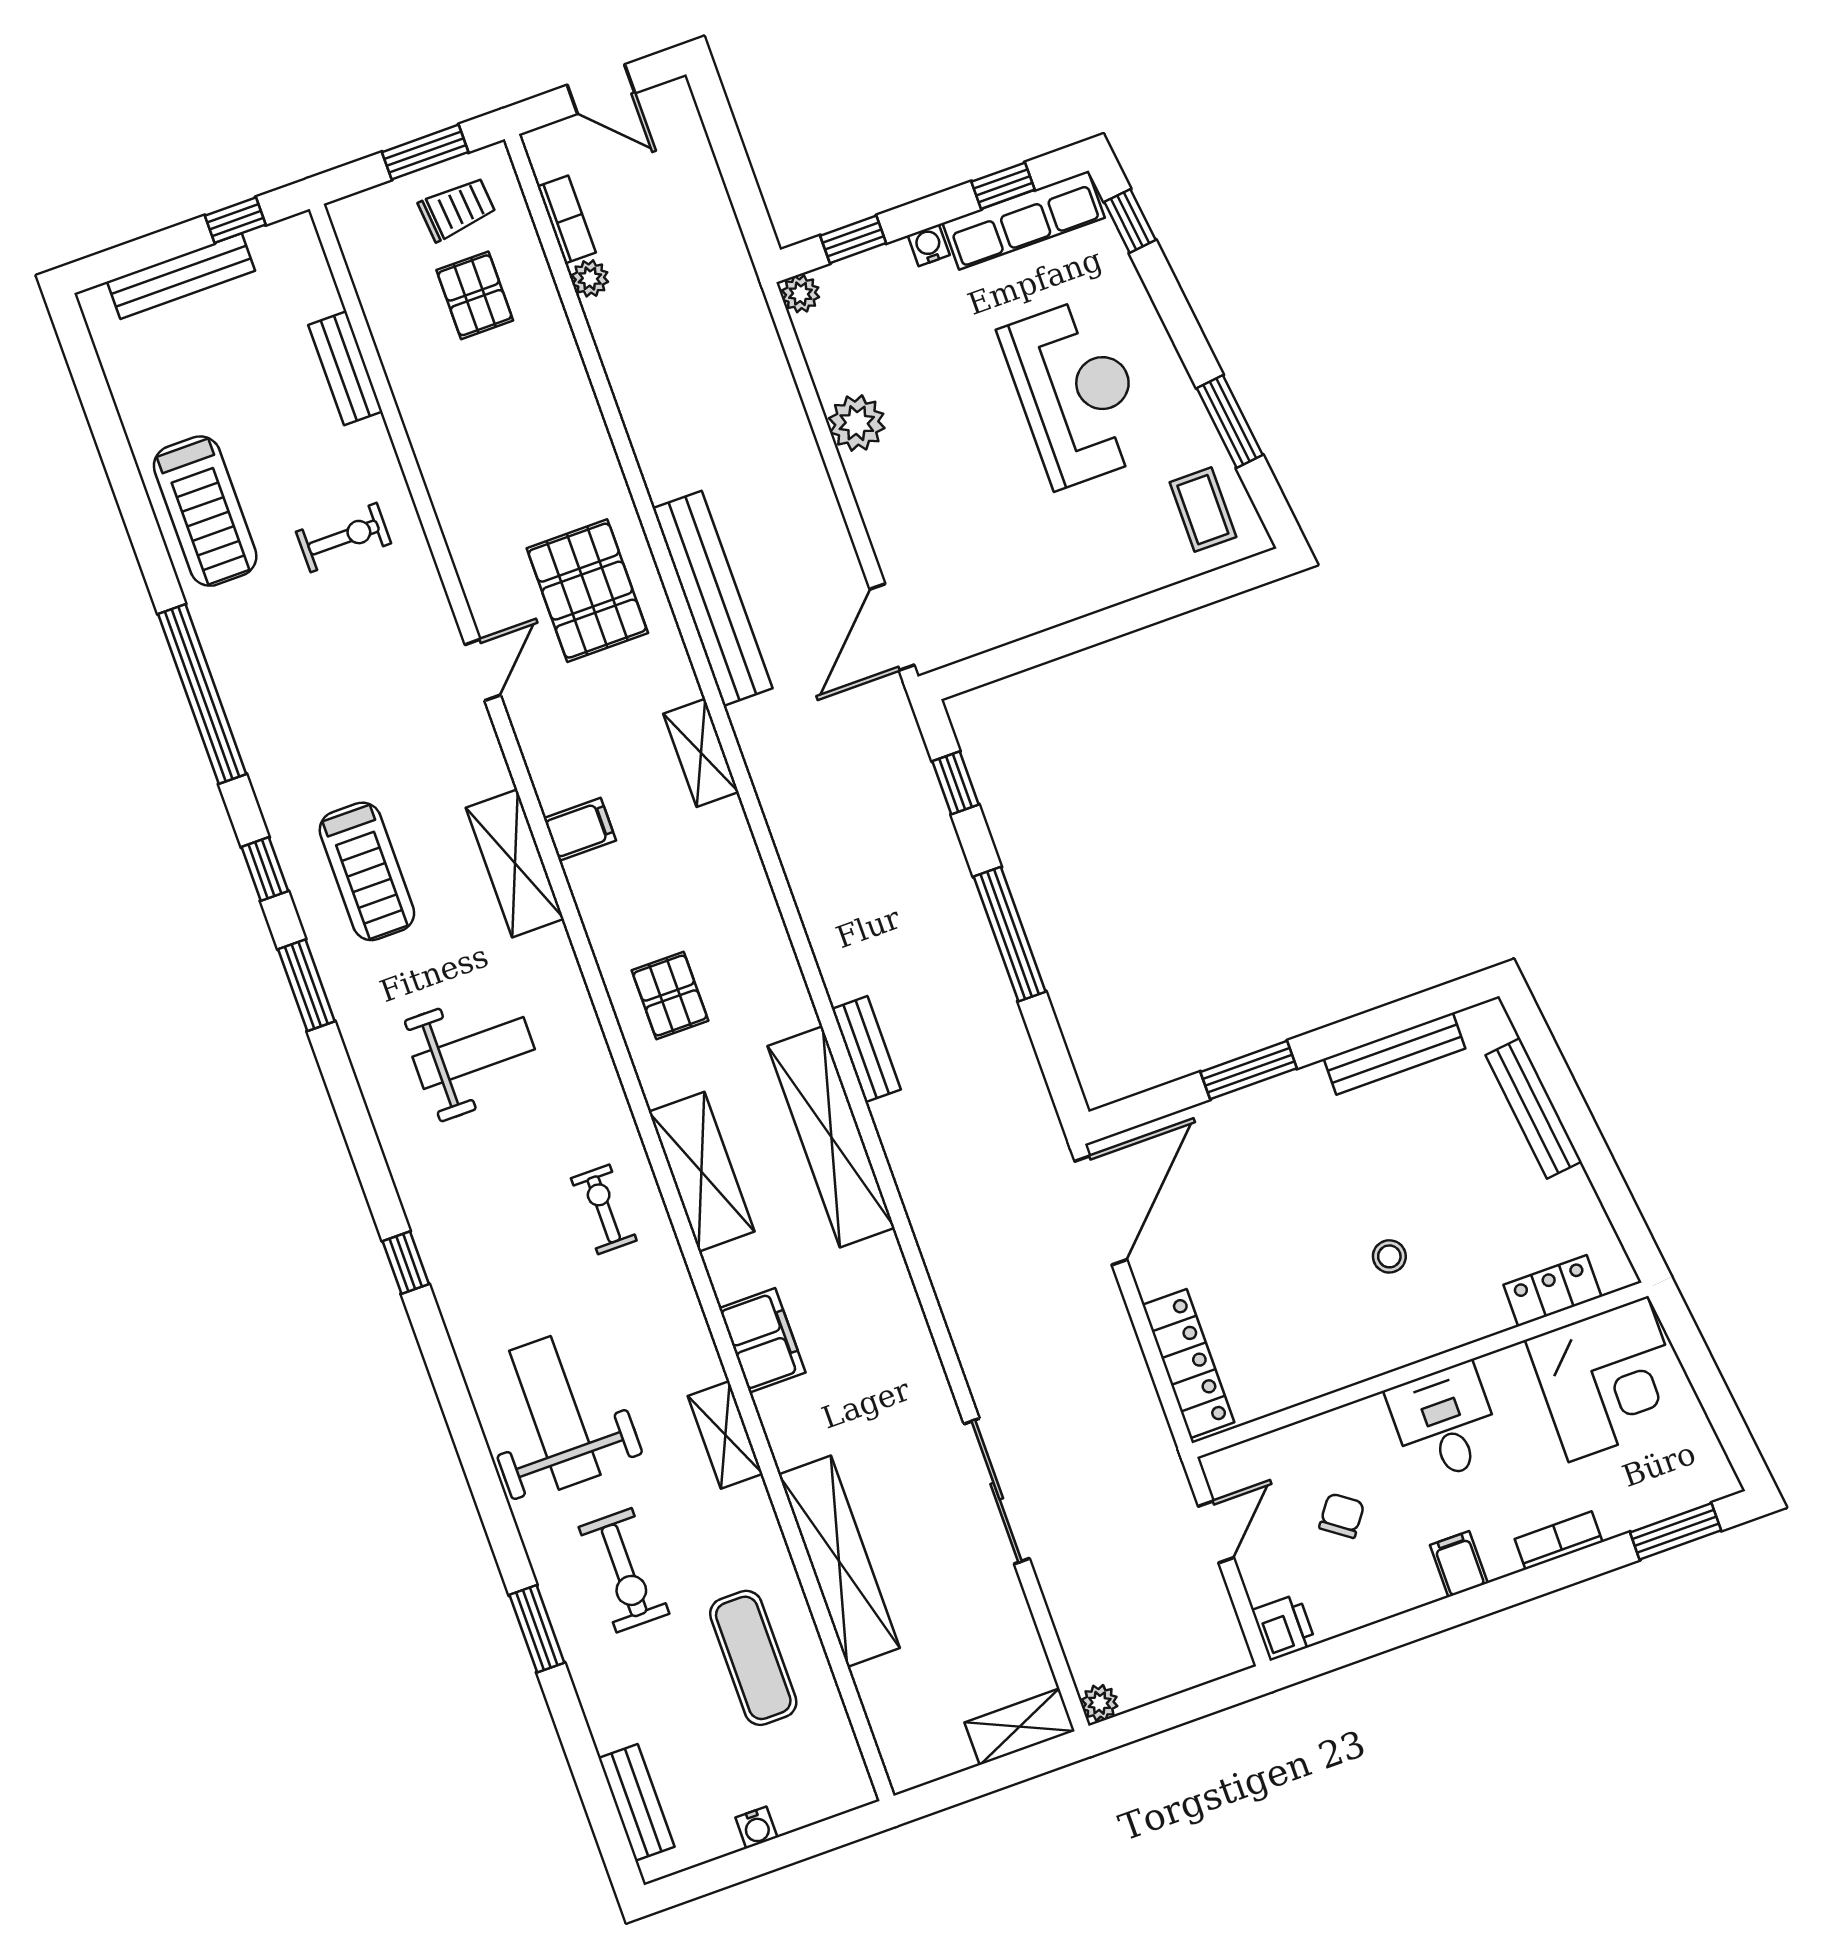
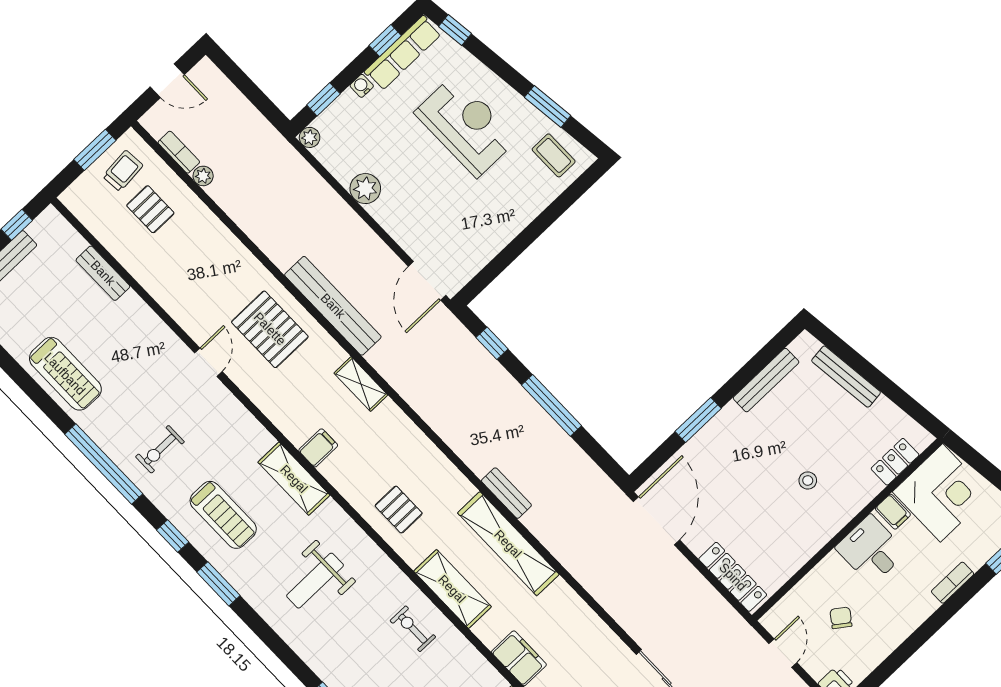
exercise bike: (344, 538) -> (160, 449), moved, turned 180
door: (483, 670) -> (208, 362), moved
weight bench: (474, 1053) -> (315, 581), turned 180
filing cabinet: (1459, 1564) -> (893, 512), moved, turned 180

